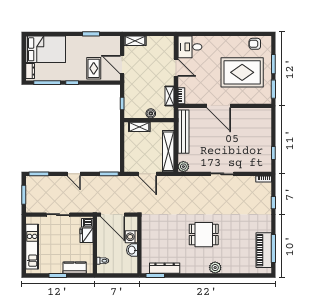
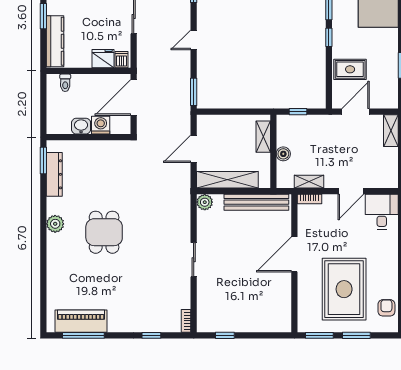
kitchen counter: (75, 268) -> (55, 41), width x1.50
plant: (215, 268) -> (55, 224), moved

